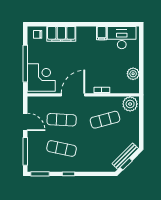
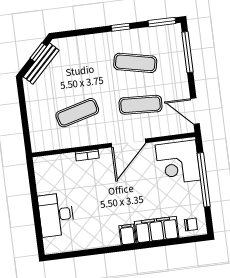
filing cabinet: (102, 33) -> (127, 234), moved
desk: (122, 38) -> (56, 215), moved, turned 90
plant: (133, 74) -> (45, 185), removed
plant: (130, 104) -> (44, 140), removed
door: (25, 122) -> (195, 111), moved

